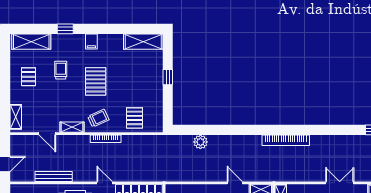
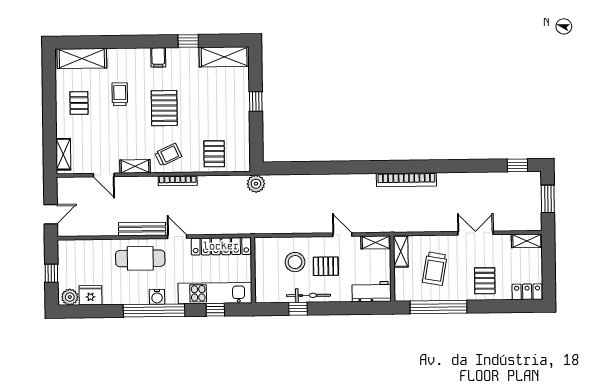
window: (65, 29) -> (188, 41), moved
plant: (200, 142) -> (256, 184), moved
bench: (54, 177) -> (142, 229), moved

